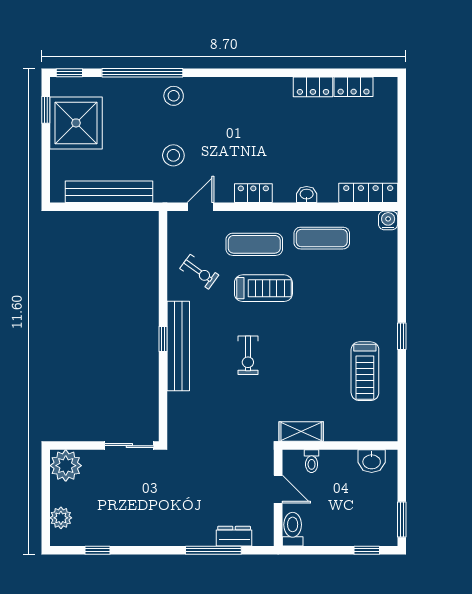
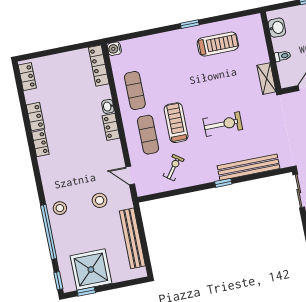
locker: (273, 86) -> (40, 143), added
locker: (354, 87) -> (27, 77), moved
locker: (253, 193) -> (111, 127), moved
bench: (178, 346) -> (249, 167), moved
exercise bike: (248, 355) -> (223, 124), width x1.38, depth x1.39
toilet: (312, 461) -> (283, 56), moved

